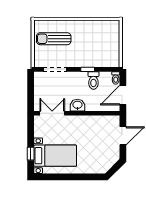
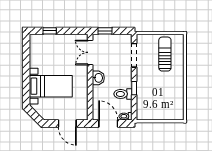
window: (31, 98) -> (105, 31), added
double door: (52, 113) -> (90, 52), swing flipped
bed with nightstands: (55, 156) -> (51, 86), moved, turned -90

